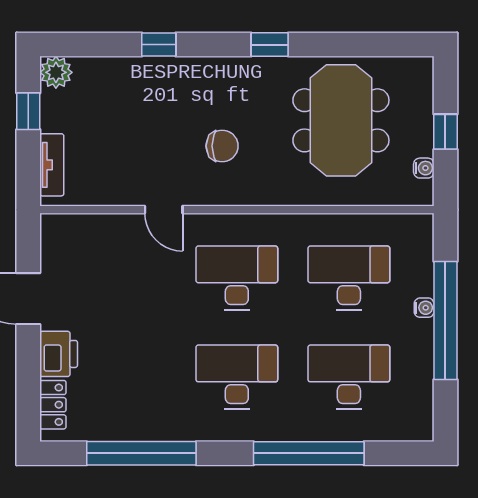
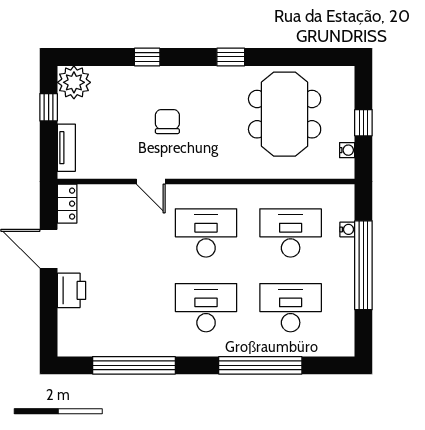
plant: (56, 72) -> (74, 82), width x1.36, depth x1.36
chair: (222, 146) -> (167, 122), moved, turned -90
water cooler: (424, 308) -> (347, 229), moved
locker: (53, 405) -> (67, 204), moved

